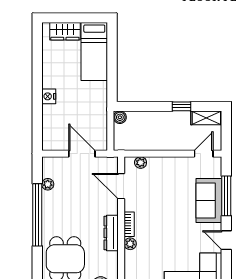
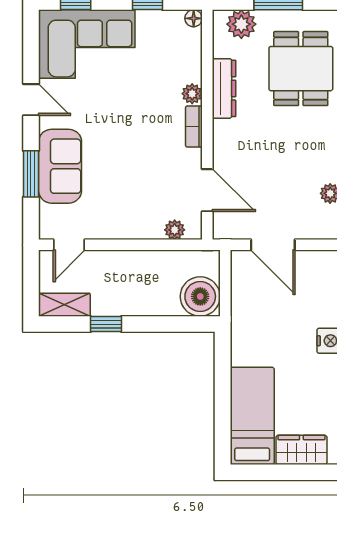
boiler: (120, 117) -> (200, 296), width x1.86, depth x1.86
window: (226, 196) -> (31, 174), width x0.69
dresser: (111, 233) -> (224, 88), moved

